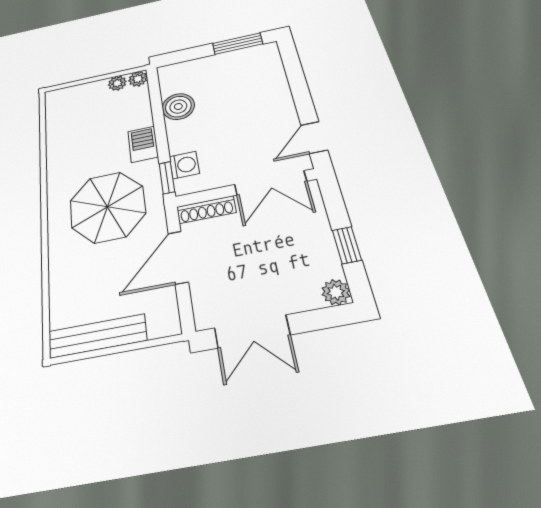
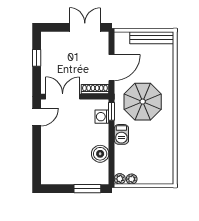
window: (238, 44) -> (87, 189), moved
plant: (336, 292) -> (47, 38), removed

